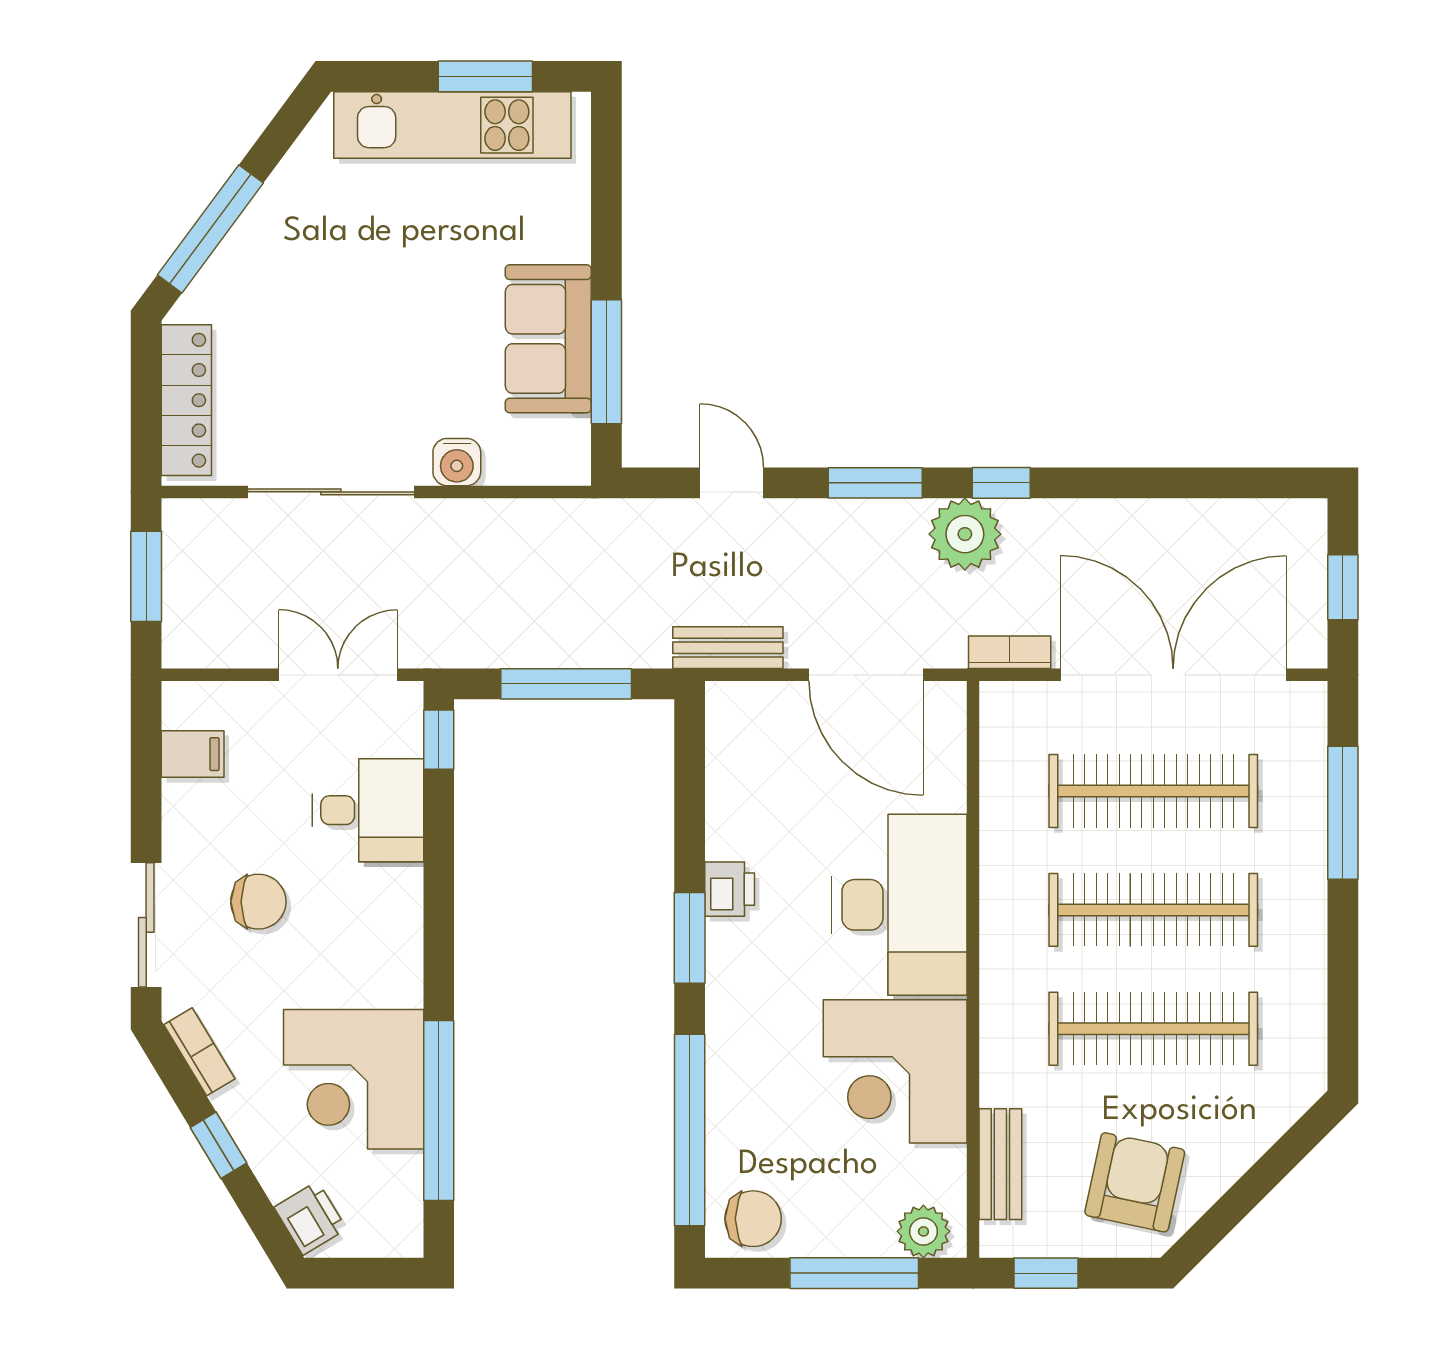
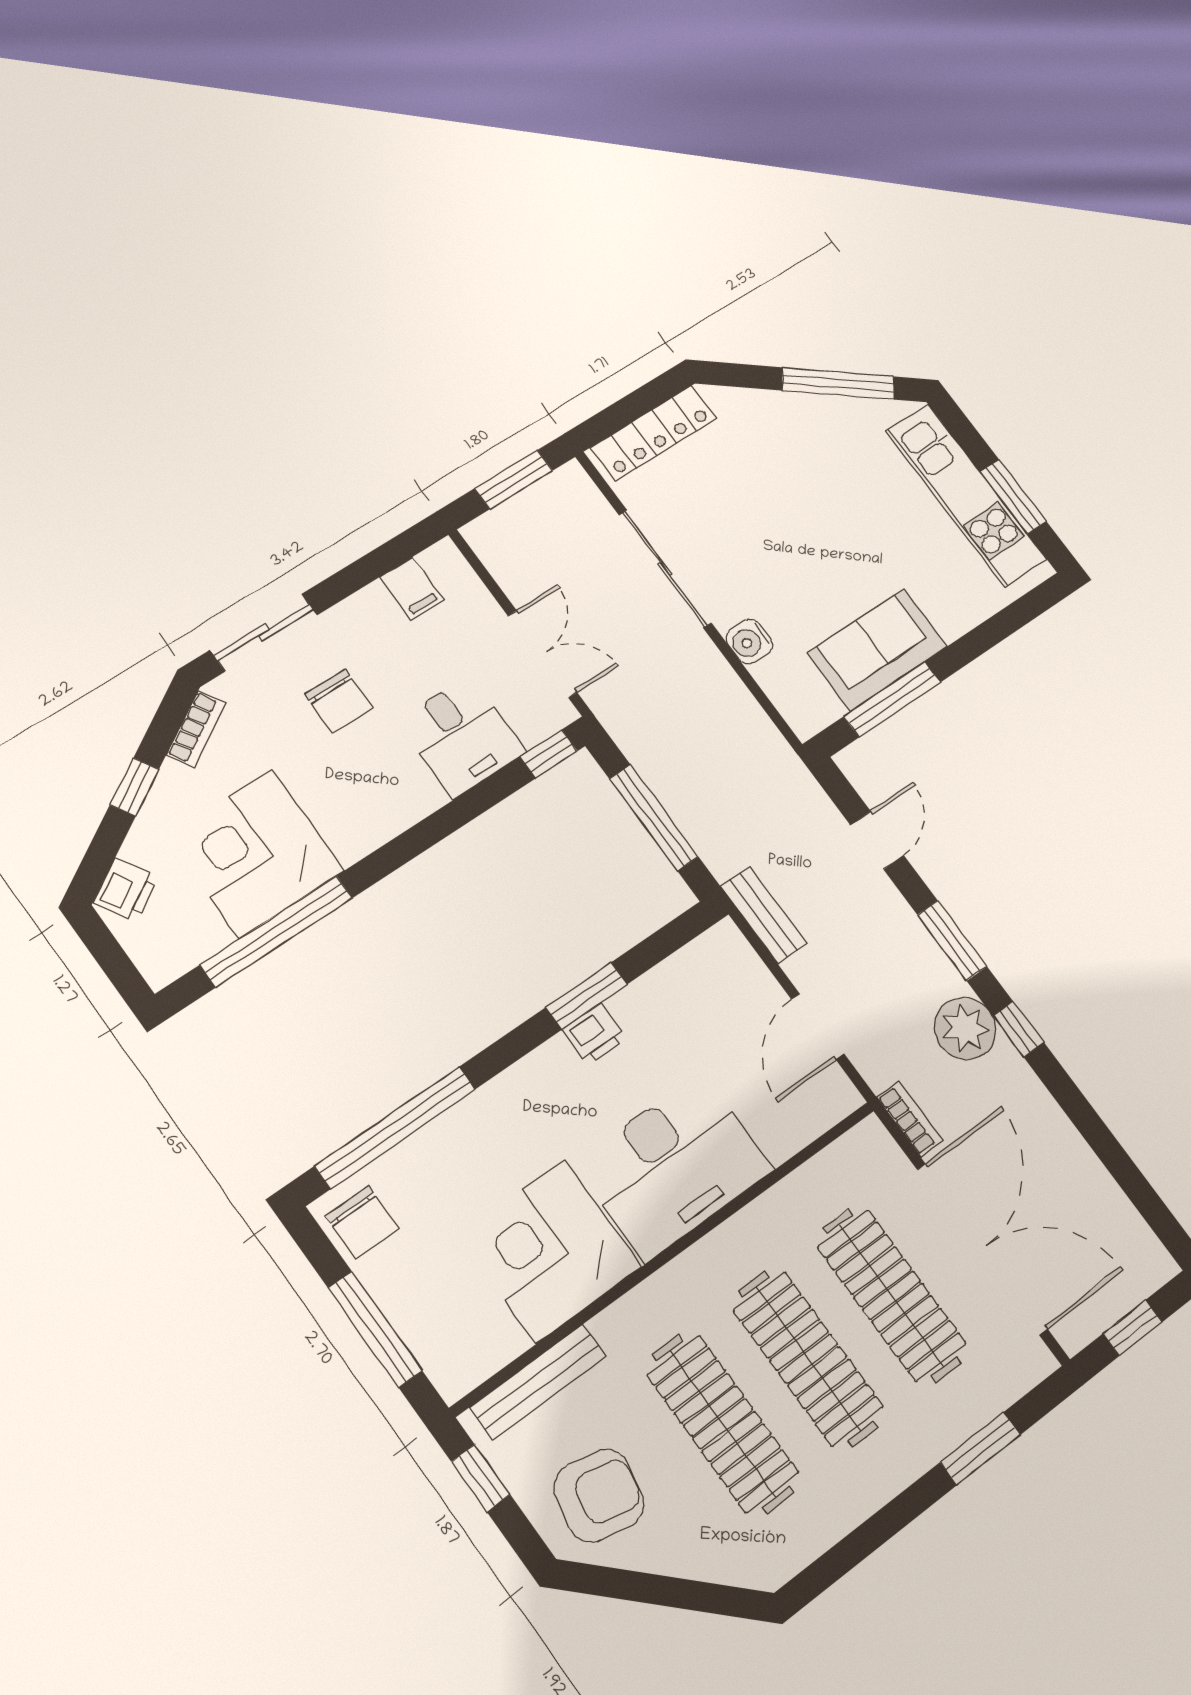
window: (210, 229) -> (838, 383), moved
door: (866, 675) -> (818, 1027), width x0.73
window: (1343, 813) -> (980, 1448), width x0.69
window: (690, 938) -> (587, 996), moved
bench: (1000, 1164) -> (538, 1382), width x1.36
plant: (923, 1231) -> (445, 1360), removed

